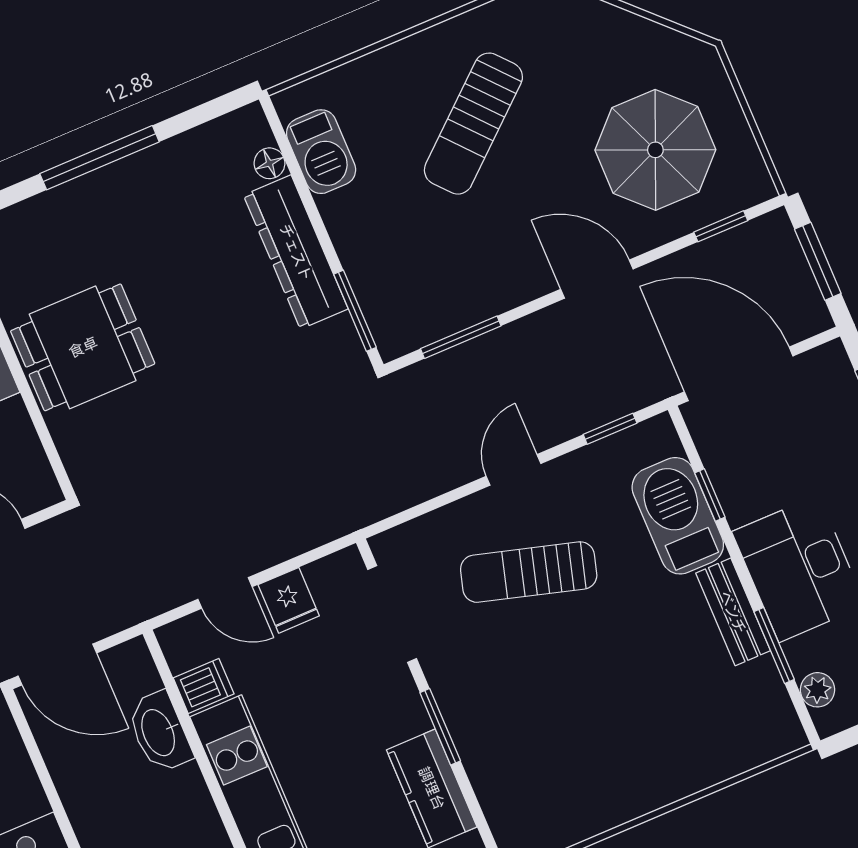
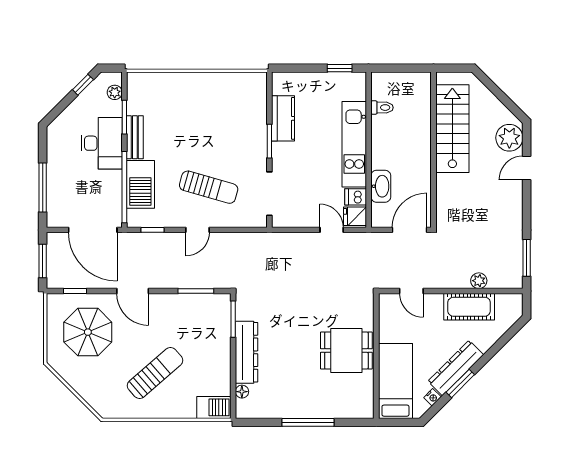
barbecue: (321, 152) -> (214, 407), moved, turned 90
window: (710, 495) -> (124, 187), width x3.17
fridge: (289, 600) -> (355, 216), moved, turned -90
door: (57, 664) -> (410, 230), hinge flipped

